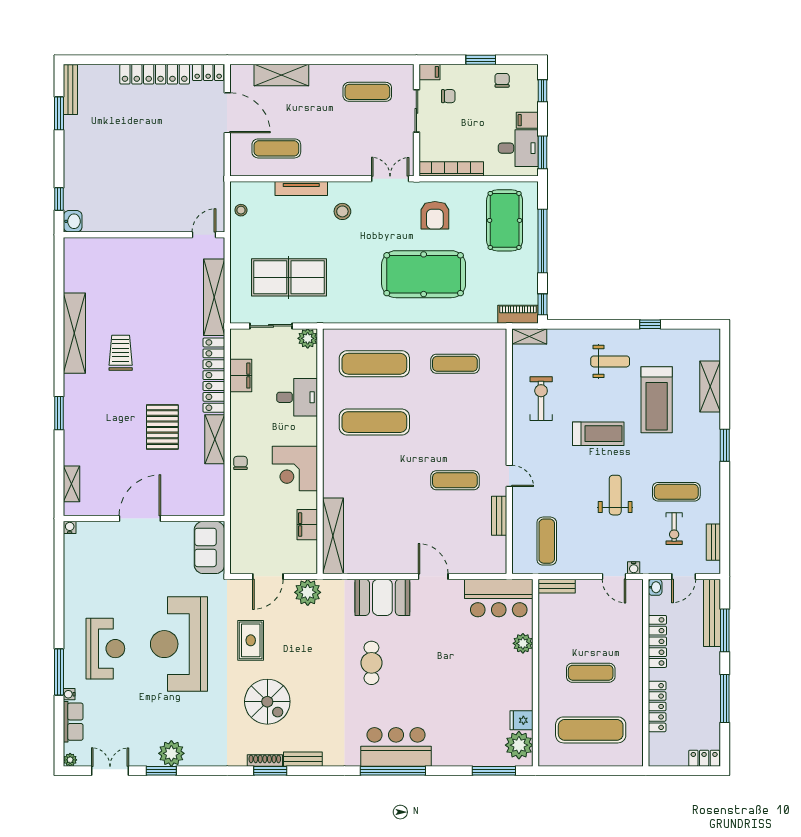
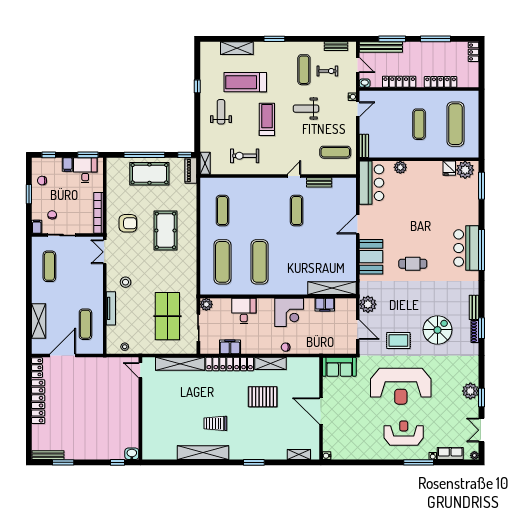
pool table: (505, 220) -> (149, 174), moved
pool table: (424, 274) -> (165, 230), width x0.73, depth x0.76
treadmill: (657, 400) -> (245, 82), turned 180

